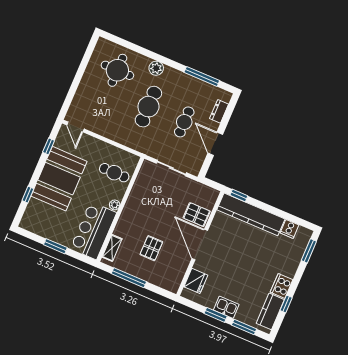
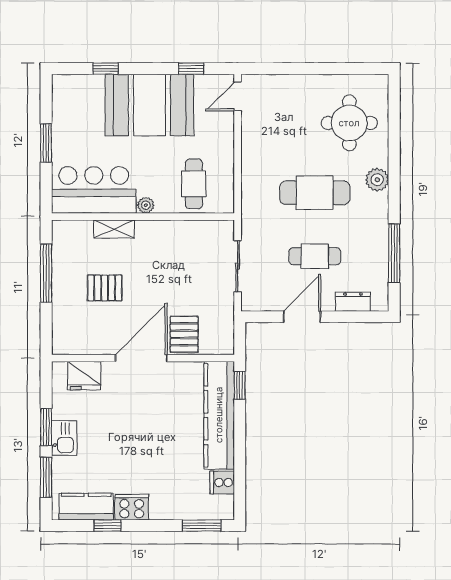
shelving: (112, 248) -> (114, 229), moved

